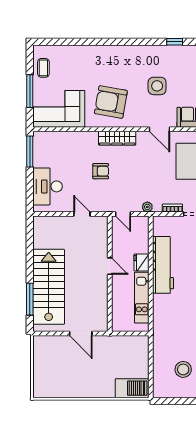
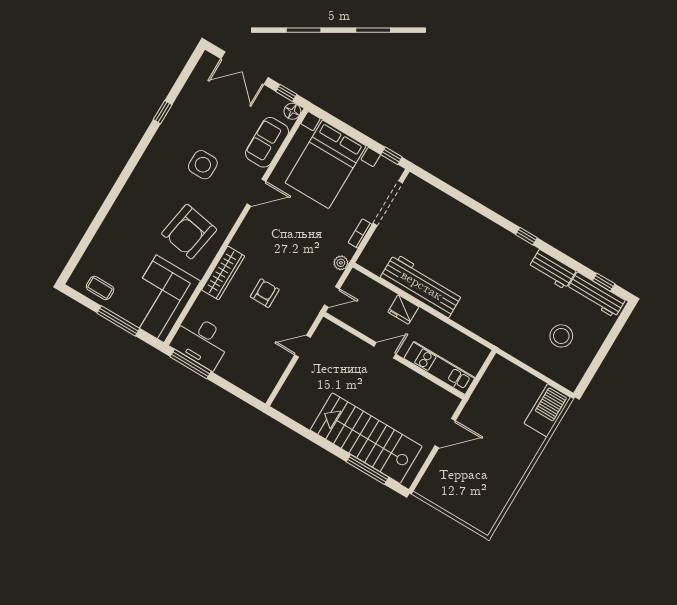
wardrobe: (117, 138) -> (223, 273), moved
desk: (48, 186) -> (201, 341), moved
kitchen unit: (142, 298) -> (439, 368), moved, turned 180

